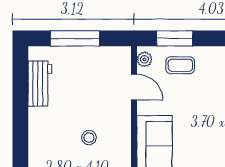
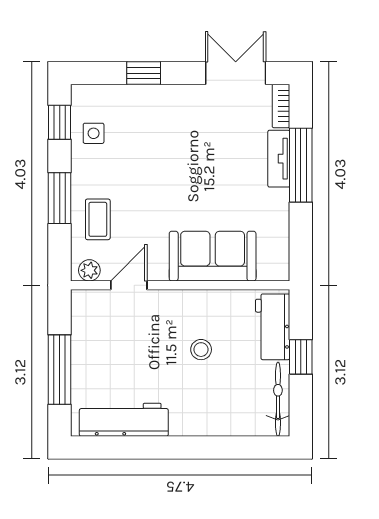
window: (175, 38) -> (60, 198), moved
workbench: (40, 83) -> (124, 420), width x1.38

